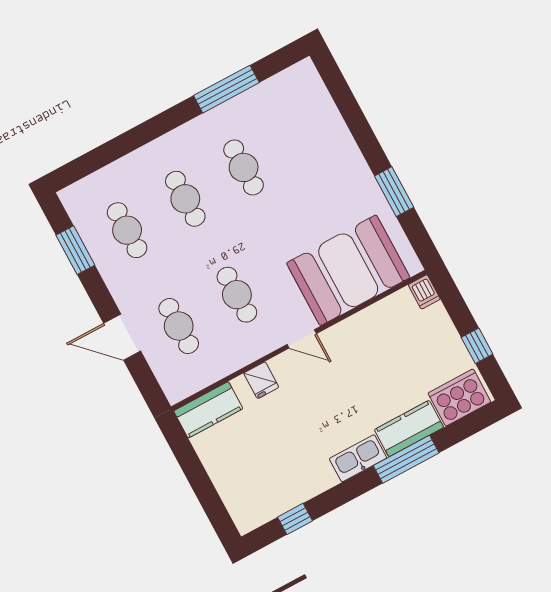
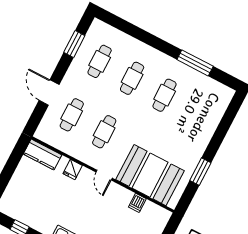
dishwasher: (424, 292) -> (137, 203), moved

